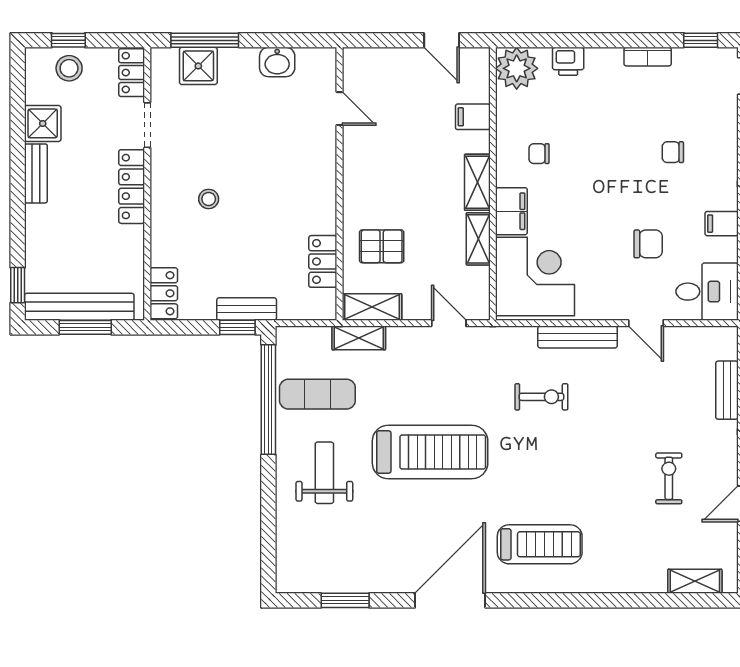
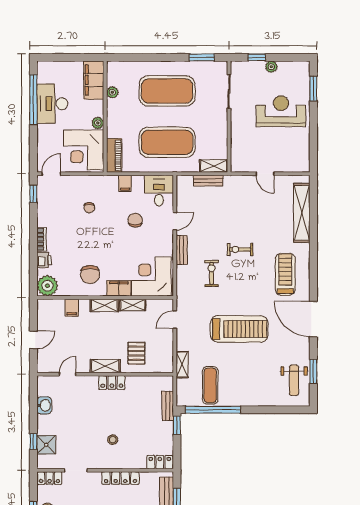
window: (205, 40) -> (33, 442), width x0.46
door: (442, 40) -> (33, 340), moved
bookcase: (648, 57) -> (42, 239), moved
chair: (539, 154) -> (90, 275), width x1.87, depth x1.87
locker: (132, 187) -> (120, 478), moved
locker: (323, 261) -> (112, 383), moved
shelving: (372, 307) -> (105, 366), moved, turned 90
bench: (247, 309) -> (168, 406), moved
bench: (578, 337) -> (182, 250), width x0.73
treadmill: (430, 452) -> (239, 329), turned 90
weight bench: (324, 473) -> (294, 380), moved, turned -90
exercise bike: (669, 478) -> (240, 249), moved
shelving: (695, 581) -> (302, 213), width x2.20, depth x1.33

